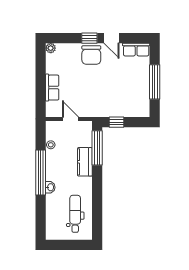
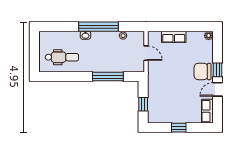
window: (155, 82) -> (179, 128), width x0.46
door: (71, 119) -> (146, 53), hinge flipped
window: (116, 122) -> (143, 104), moved
window: (97, 148) -> (108, 77), moved
kitchen counter: (85, 162) -> (108, 66), removed

